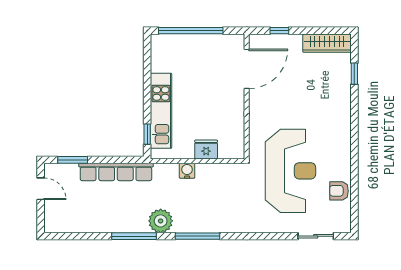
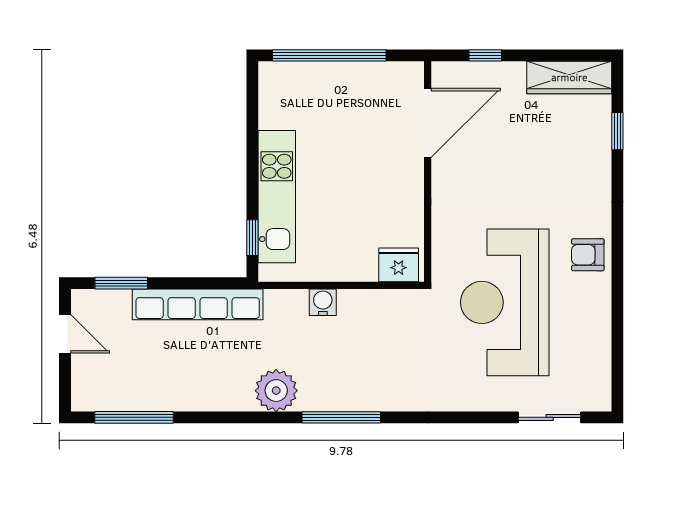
fridge: (206, 150) -> (399, 265), moved
reception desk: (290, 171) -> (505, 302), turned 180
armchair: (339, 191) -> (588, 255), moved
window: (134, 236) -> (134, 417), moved

